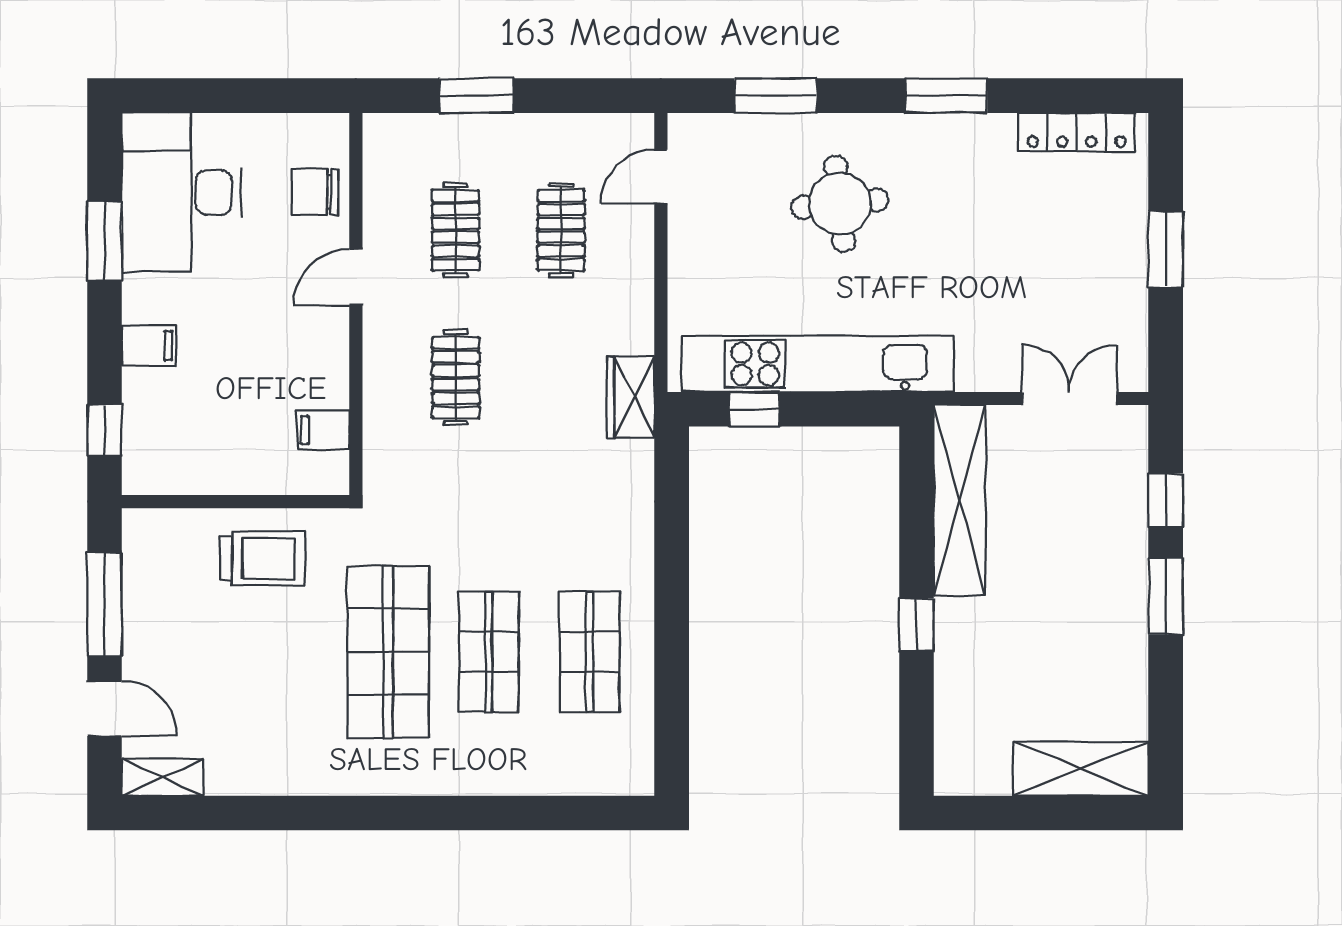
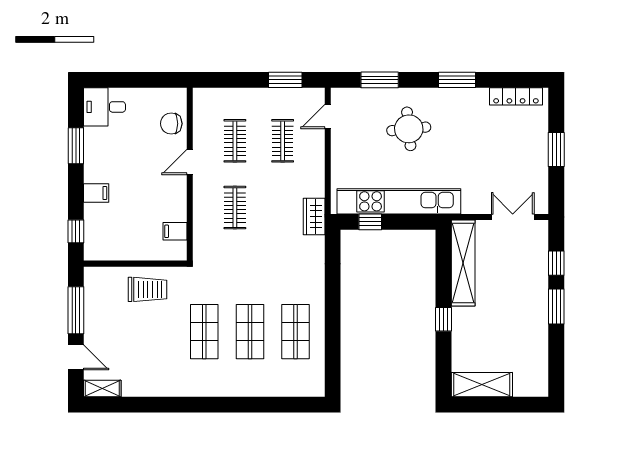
window: (476, 96) -> (285, 80), moved
desk: (181, 192) -> (105, 107), width x0.53, depth x0.77
shop shelf: (388, 652) -> (204, 332), width x0.70, depth x0.74
shelving: (1081, 769) -> (482, 385), moved

